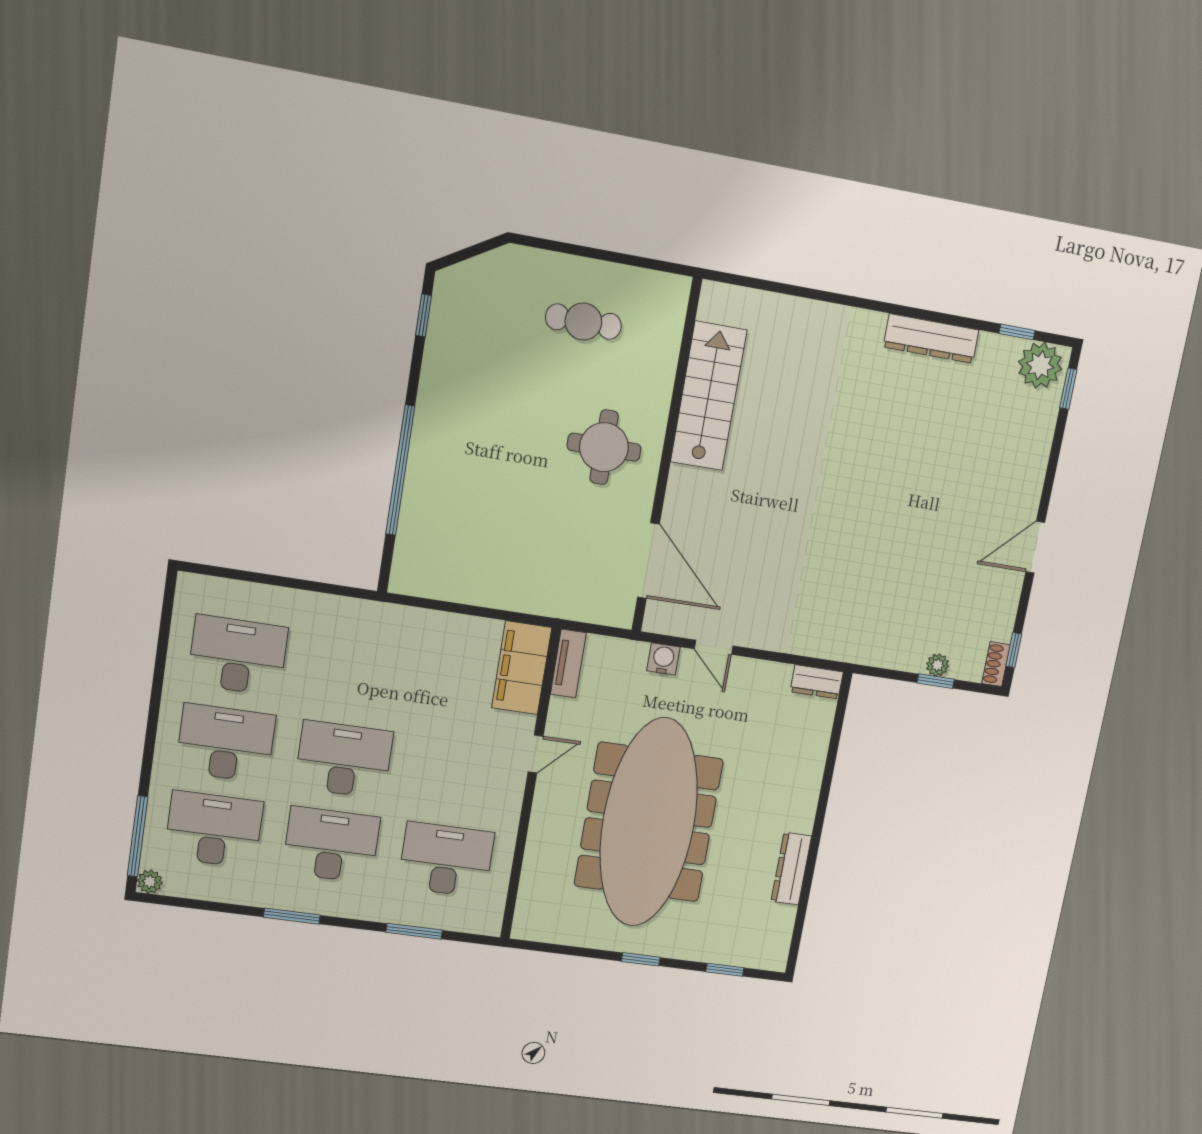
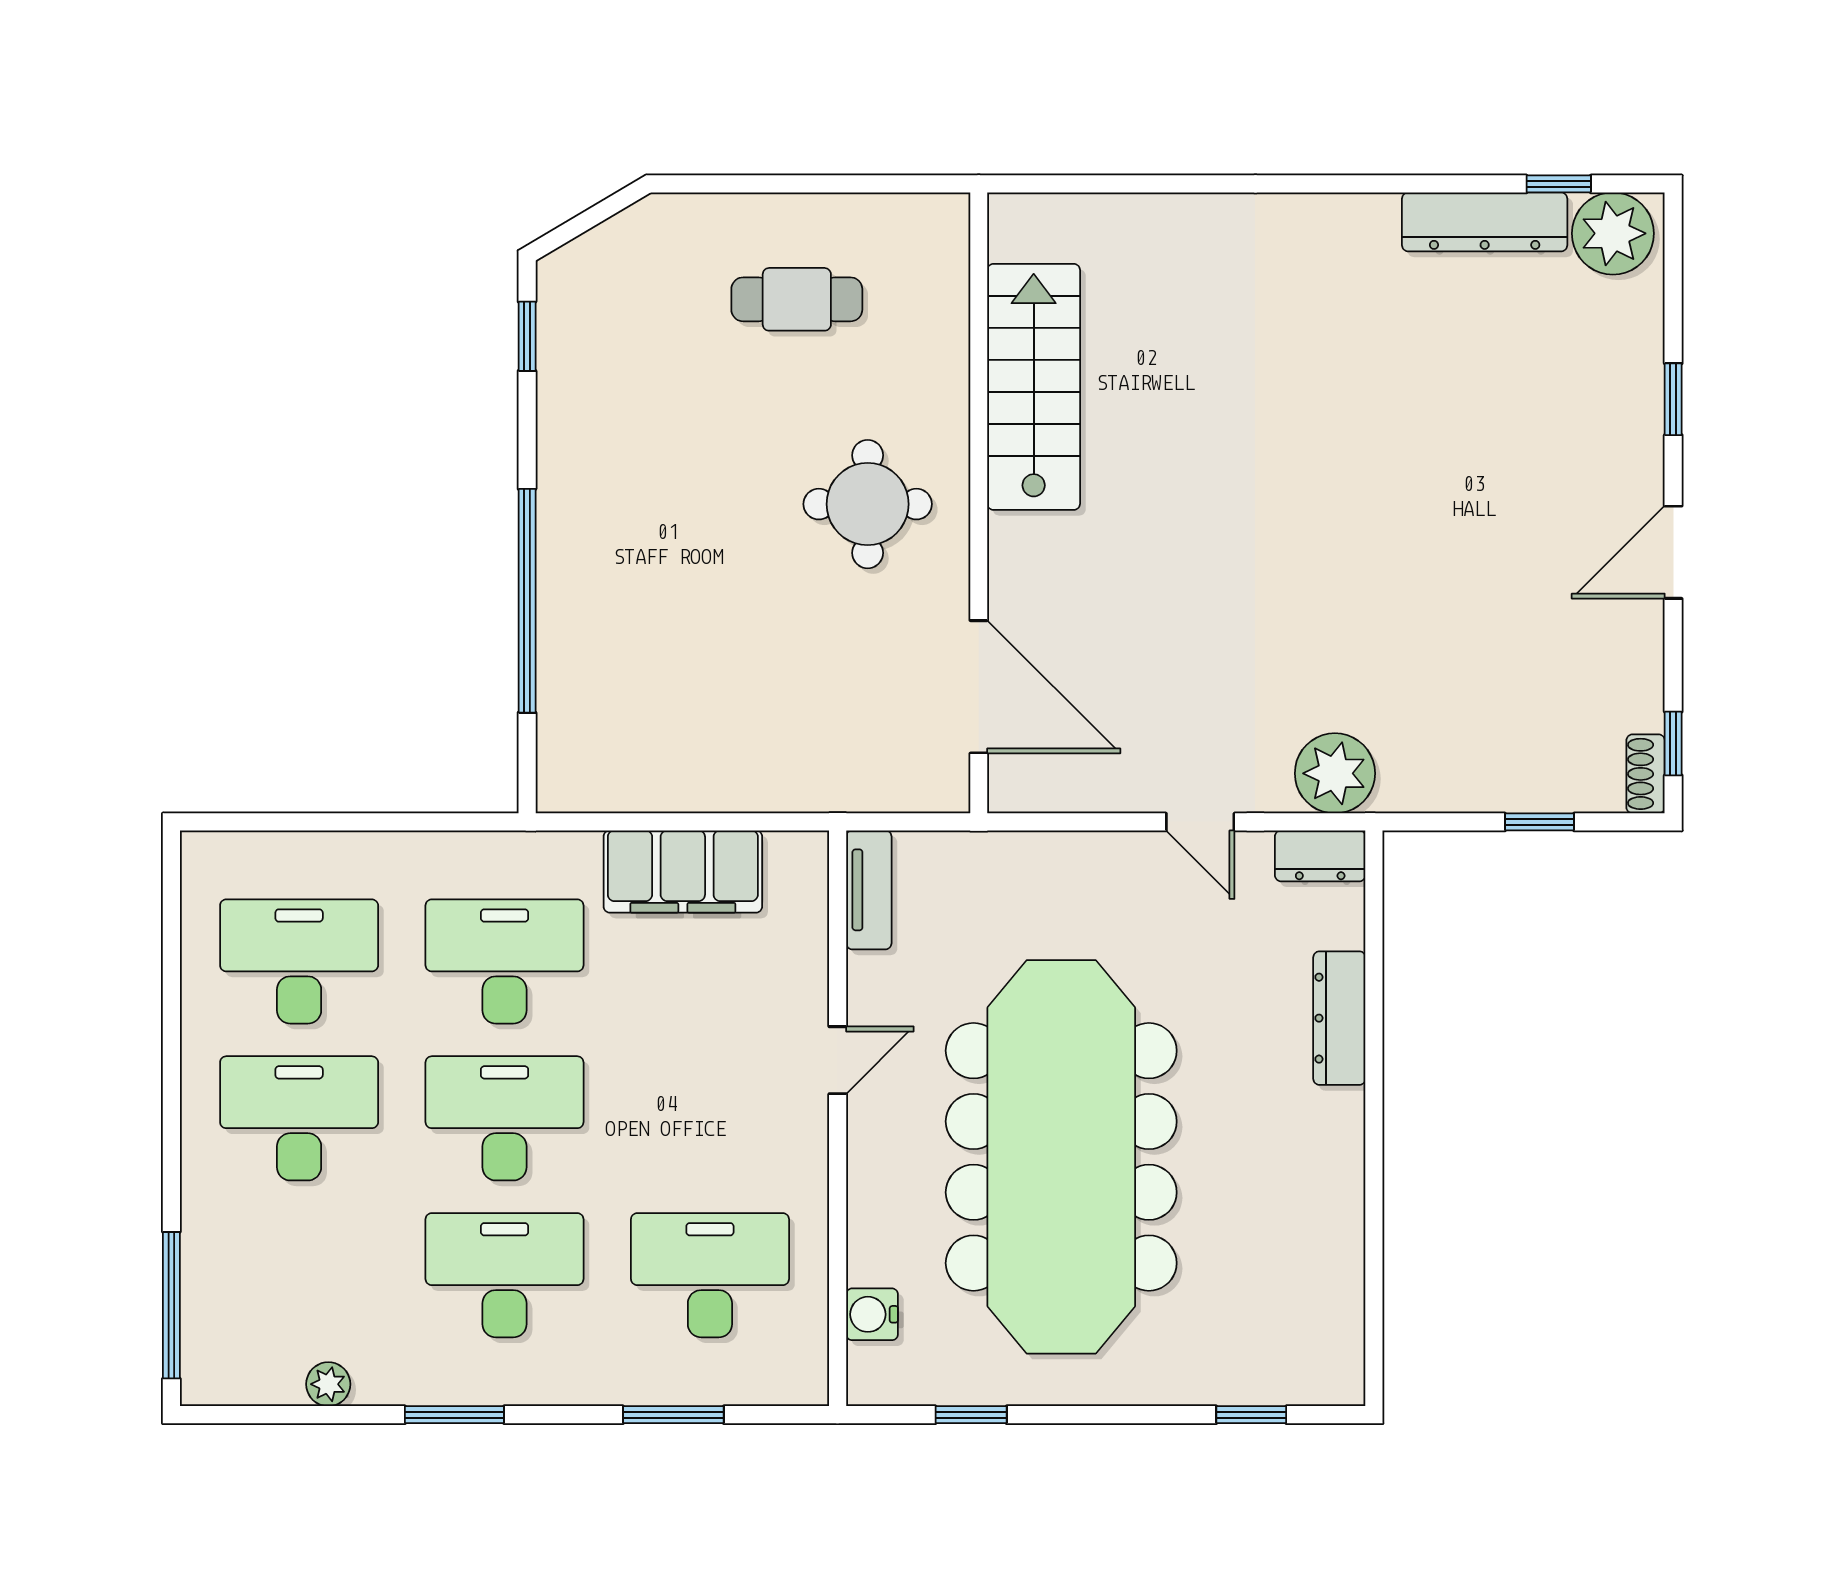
dresser: (931, 338) -> (1485, 222), moved
window: (1068, 389) -> (1673, 399), moved
door: (714, 647) -> (1200, 822), moved
water cooler: (663, 659) -> (872, 1314), moved, turned -90
plant: (938, 665) -> (1335, 773), moved, width x1.87, depth x1.87
filing cabinet: (522, 668) -> (683, 872), moved, turned -90
desk: (214, 830) -> (505, 961), moved
dresser: (791, 869) -> (1339, 1018), moved
plant: (150, 882) -> (328, 1384), moved
window: (641, 959) -> (971, 1415), moved

